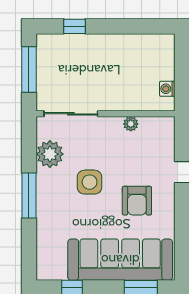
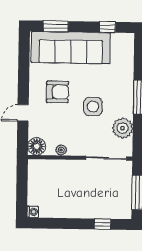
washing machine: (167, 89) -> (33, 212), moved
floor lamp: (163, 128) -> (37, 146), added
armchair: (137, 201) -> (57, 92), turned 90

